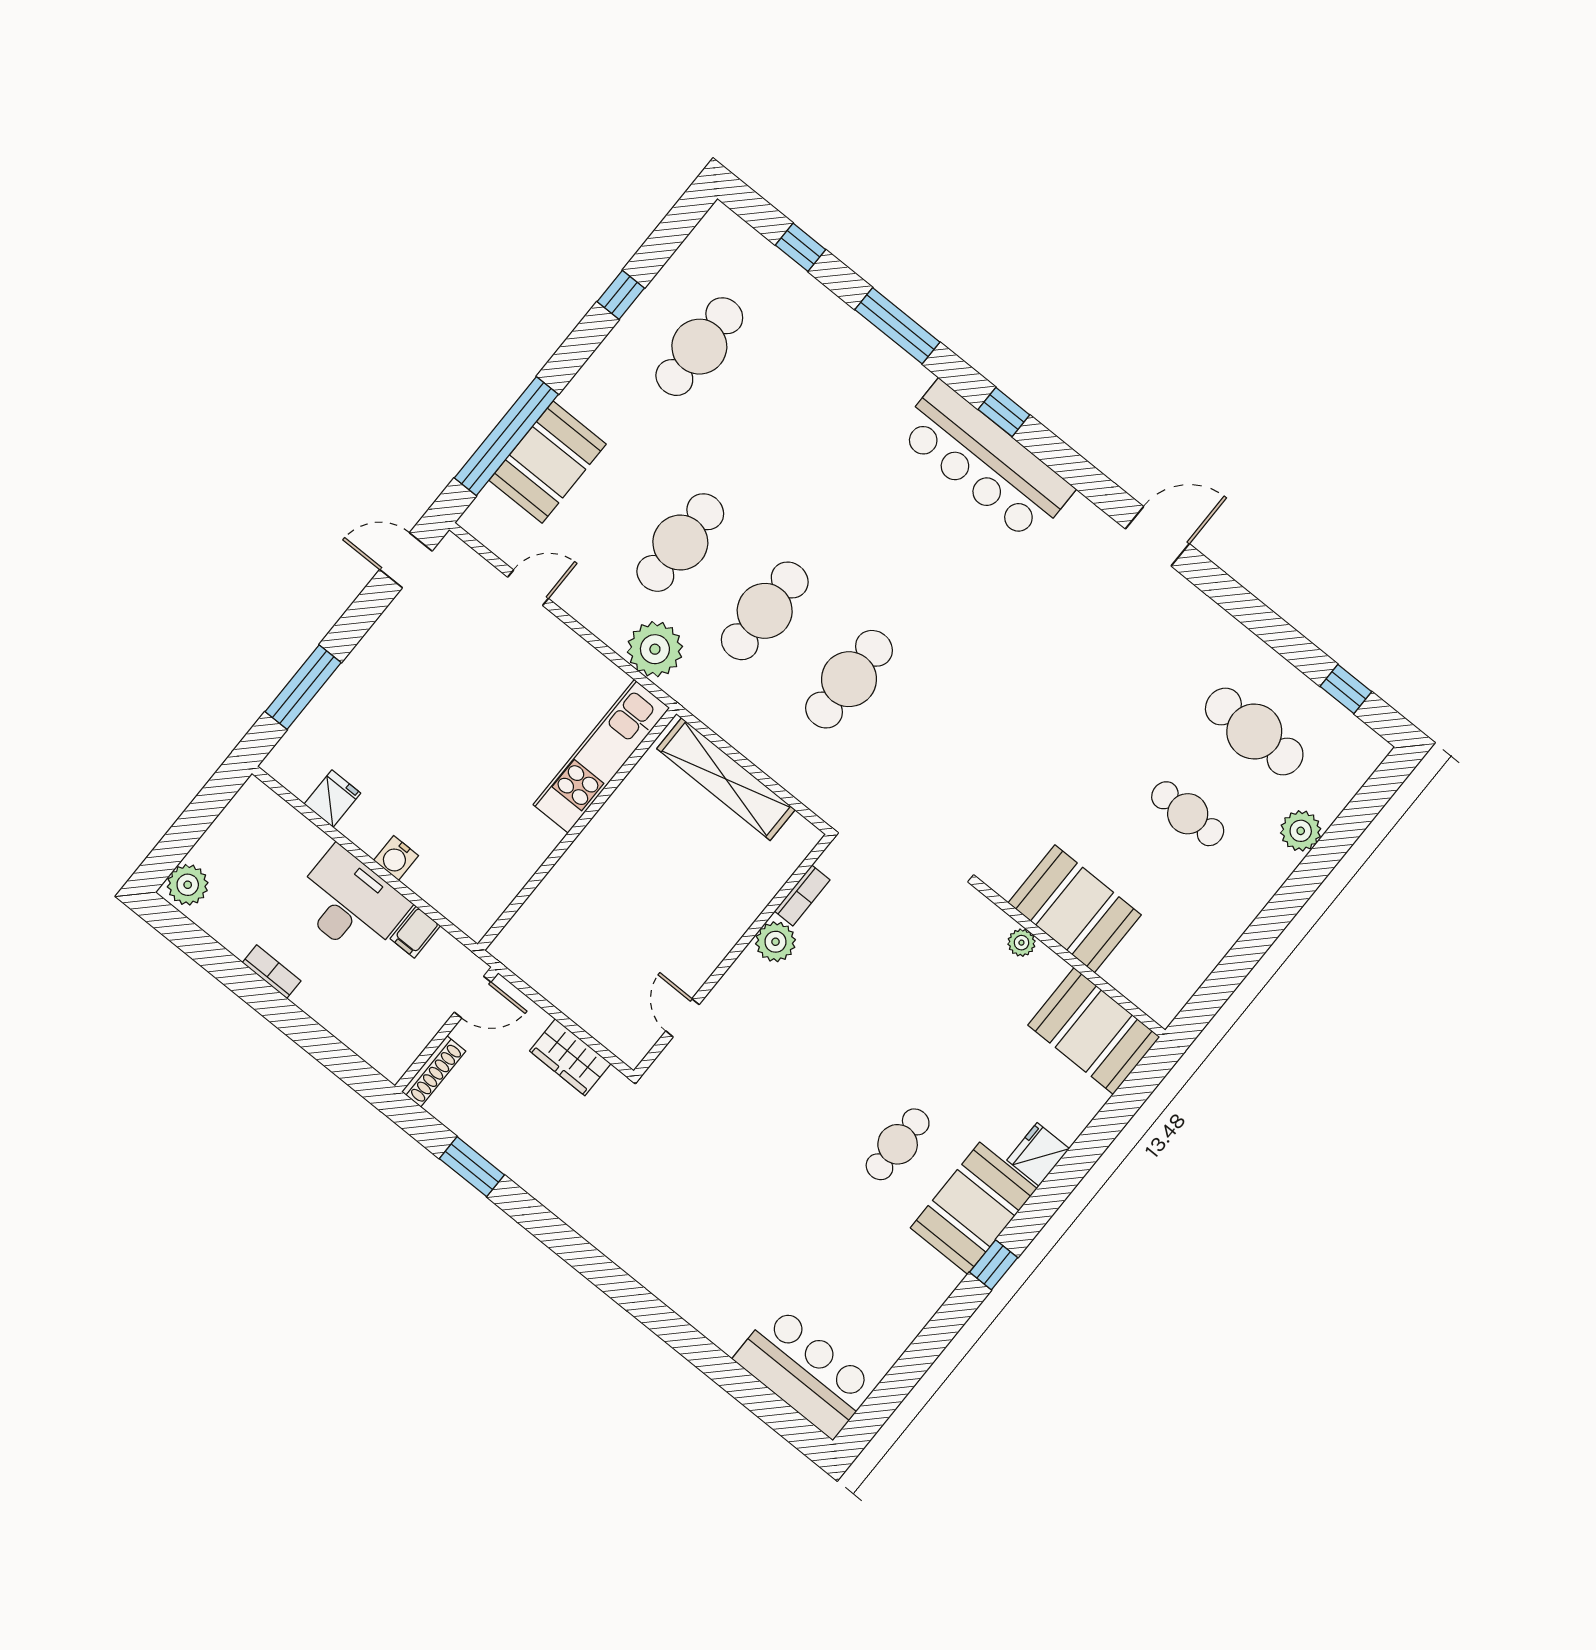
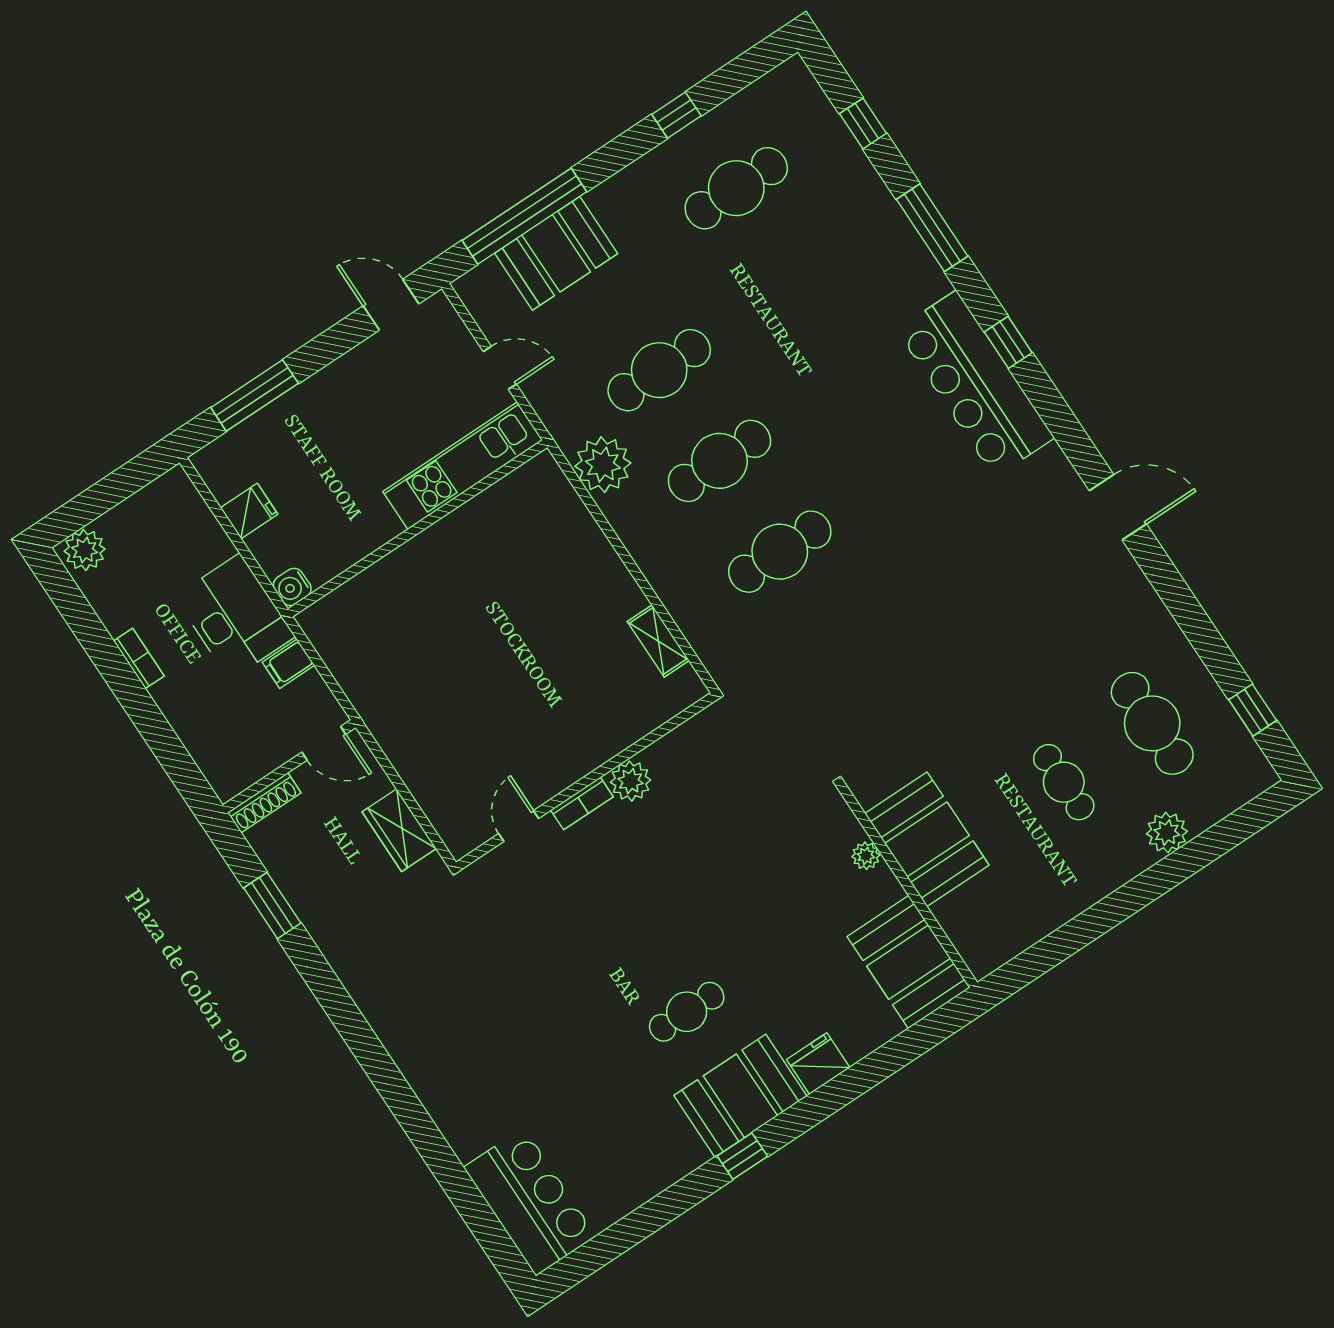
kitchen unit: (601, 756) -> (463, 466), moved
shelving: (726, 779) -> (658, 641), width x0.45, depth x0.75
wall: (577, 829) -> (418, 528), moved
bookcase: (802, 896) -> (582, 803), moved

